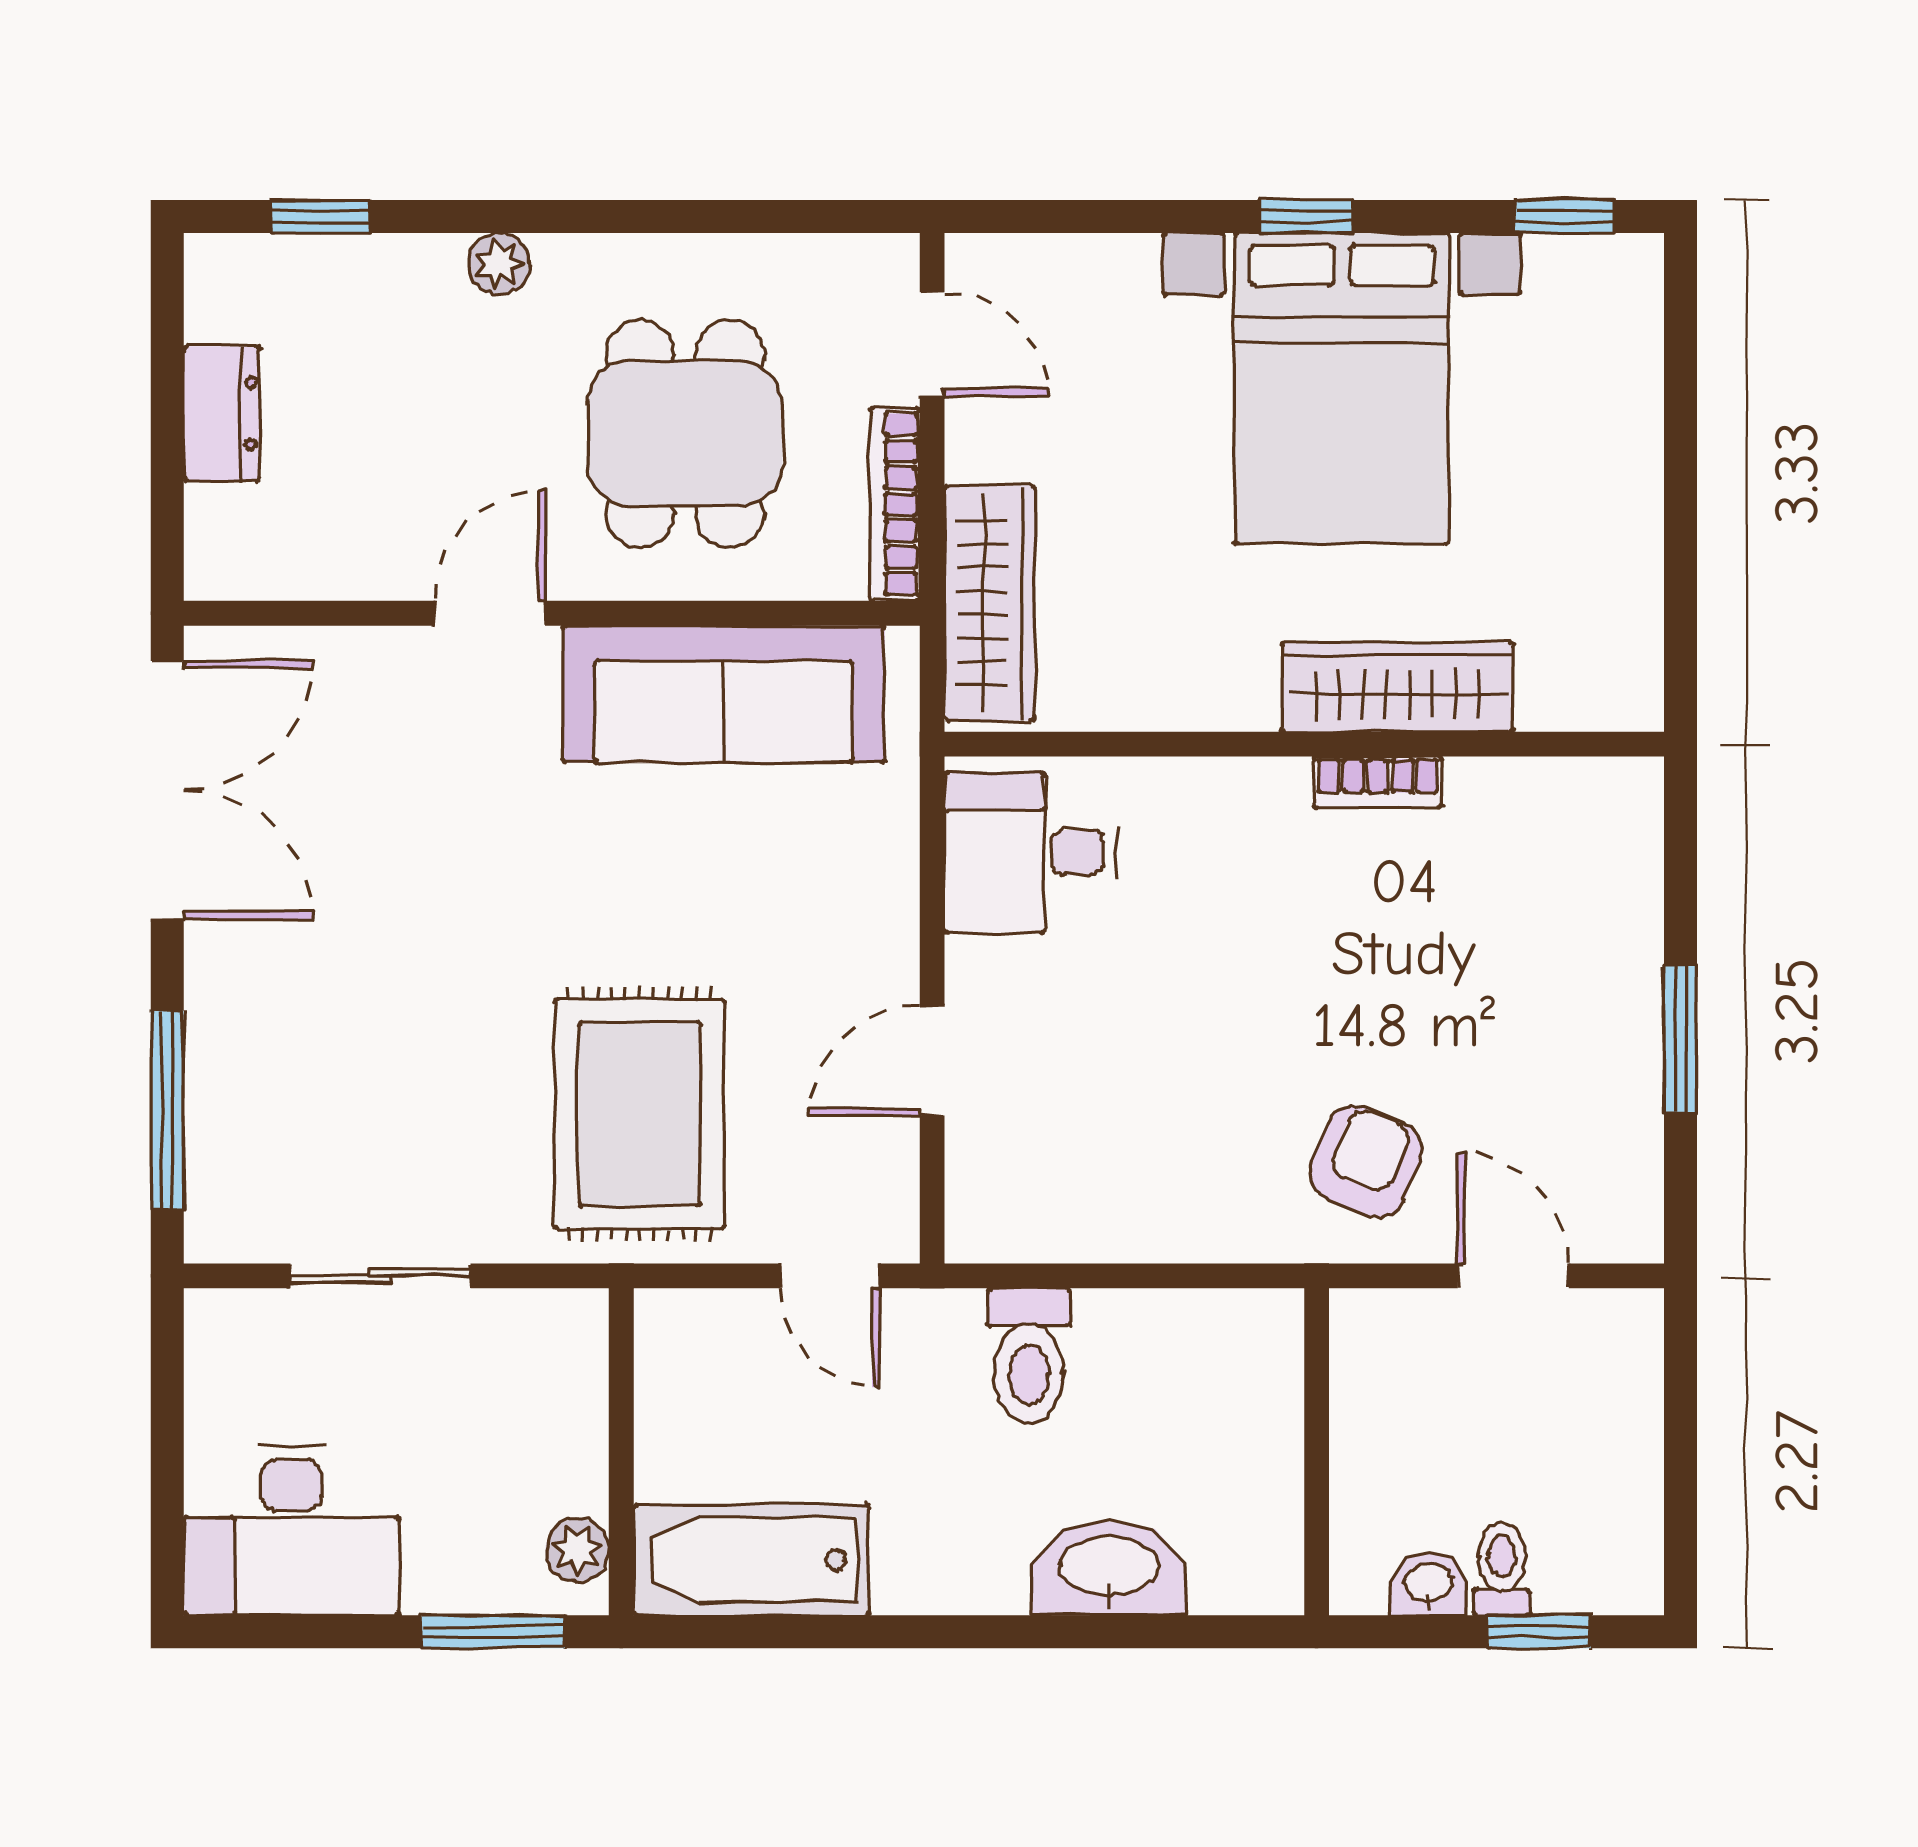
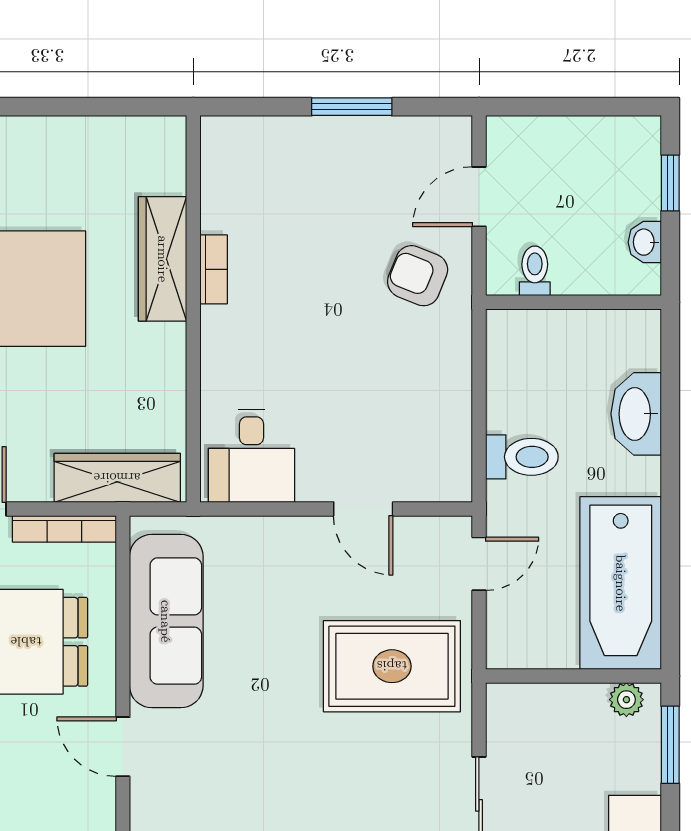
bathtub: (751, 1560) -> (621, 583), width x1.36, depth x1.36
toilet: (1502, 1569) -> (535, 271), moved, turned 90

